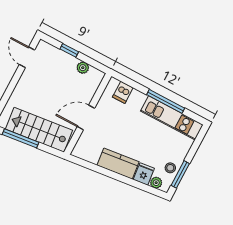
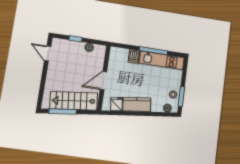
dishwasher: (123, 92) -> (134, 56), moved
fridge: (144, 174) -> (116, 104), moved

